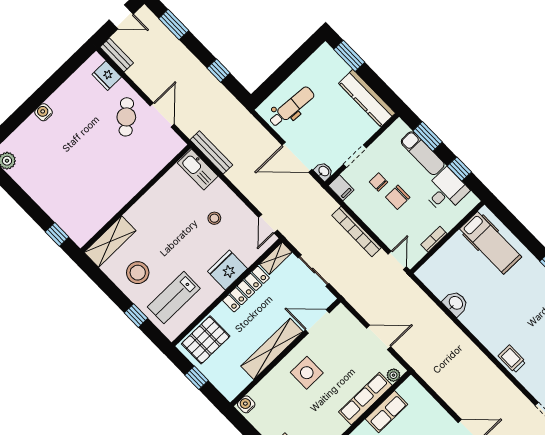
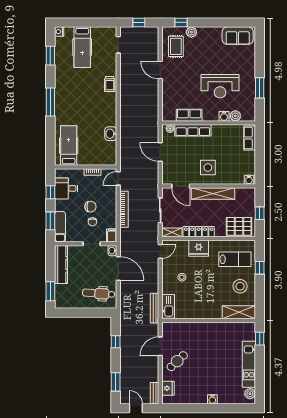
exam couch: (423, 153) -> (60, 227), moved
kitchen unit: (41, 193) -> (249, 364), added

